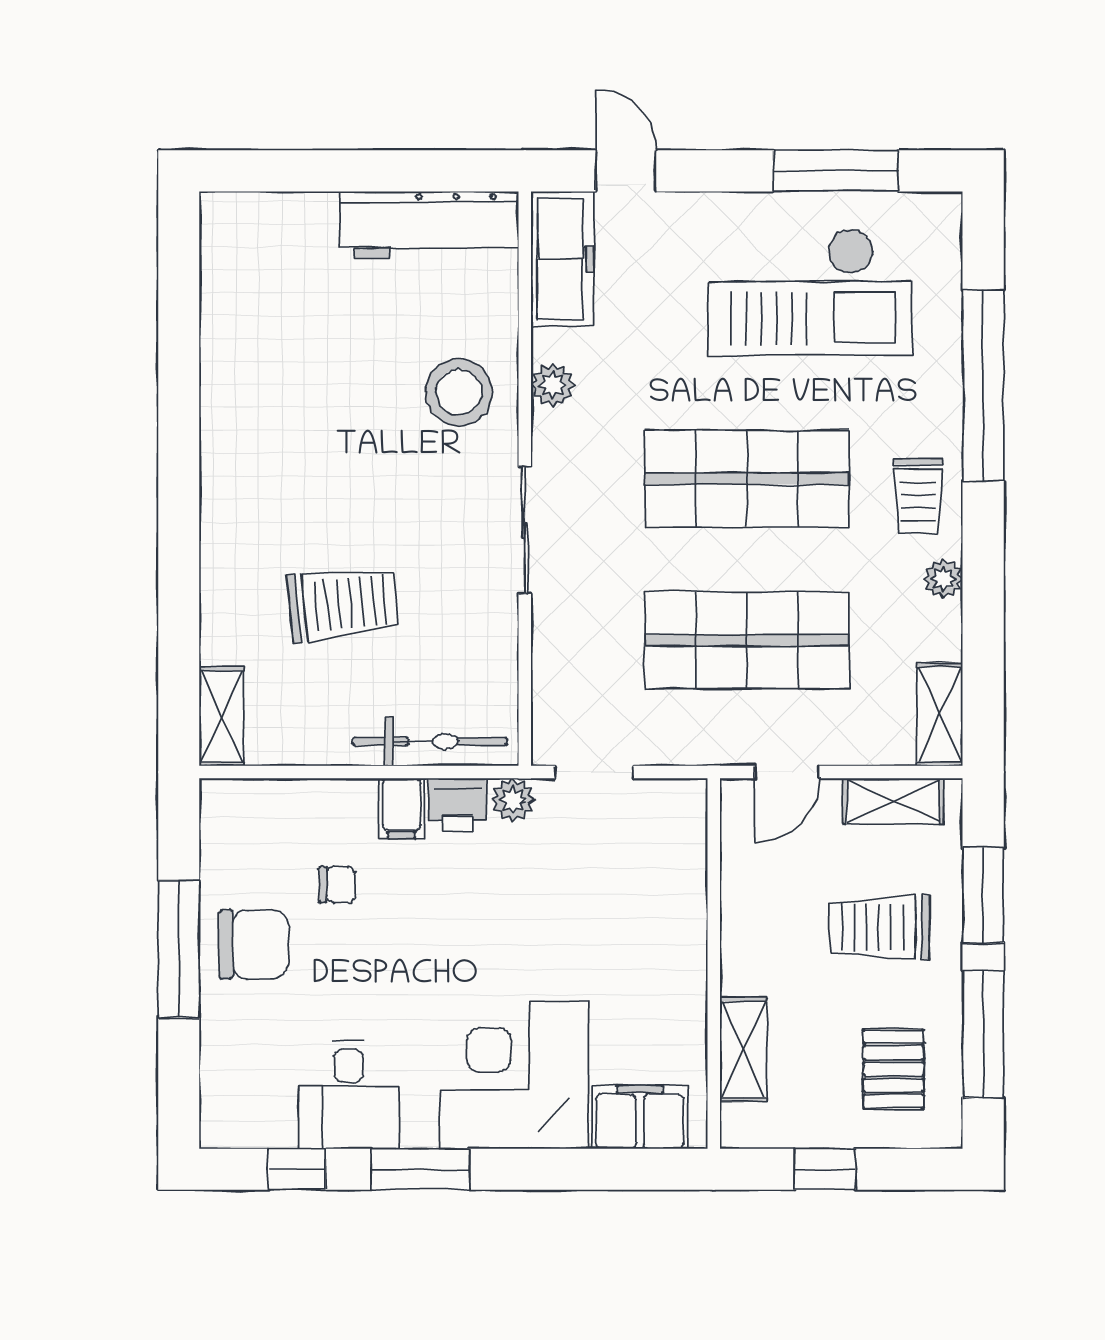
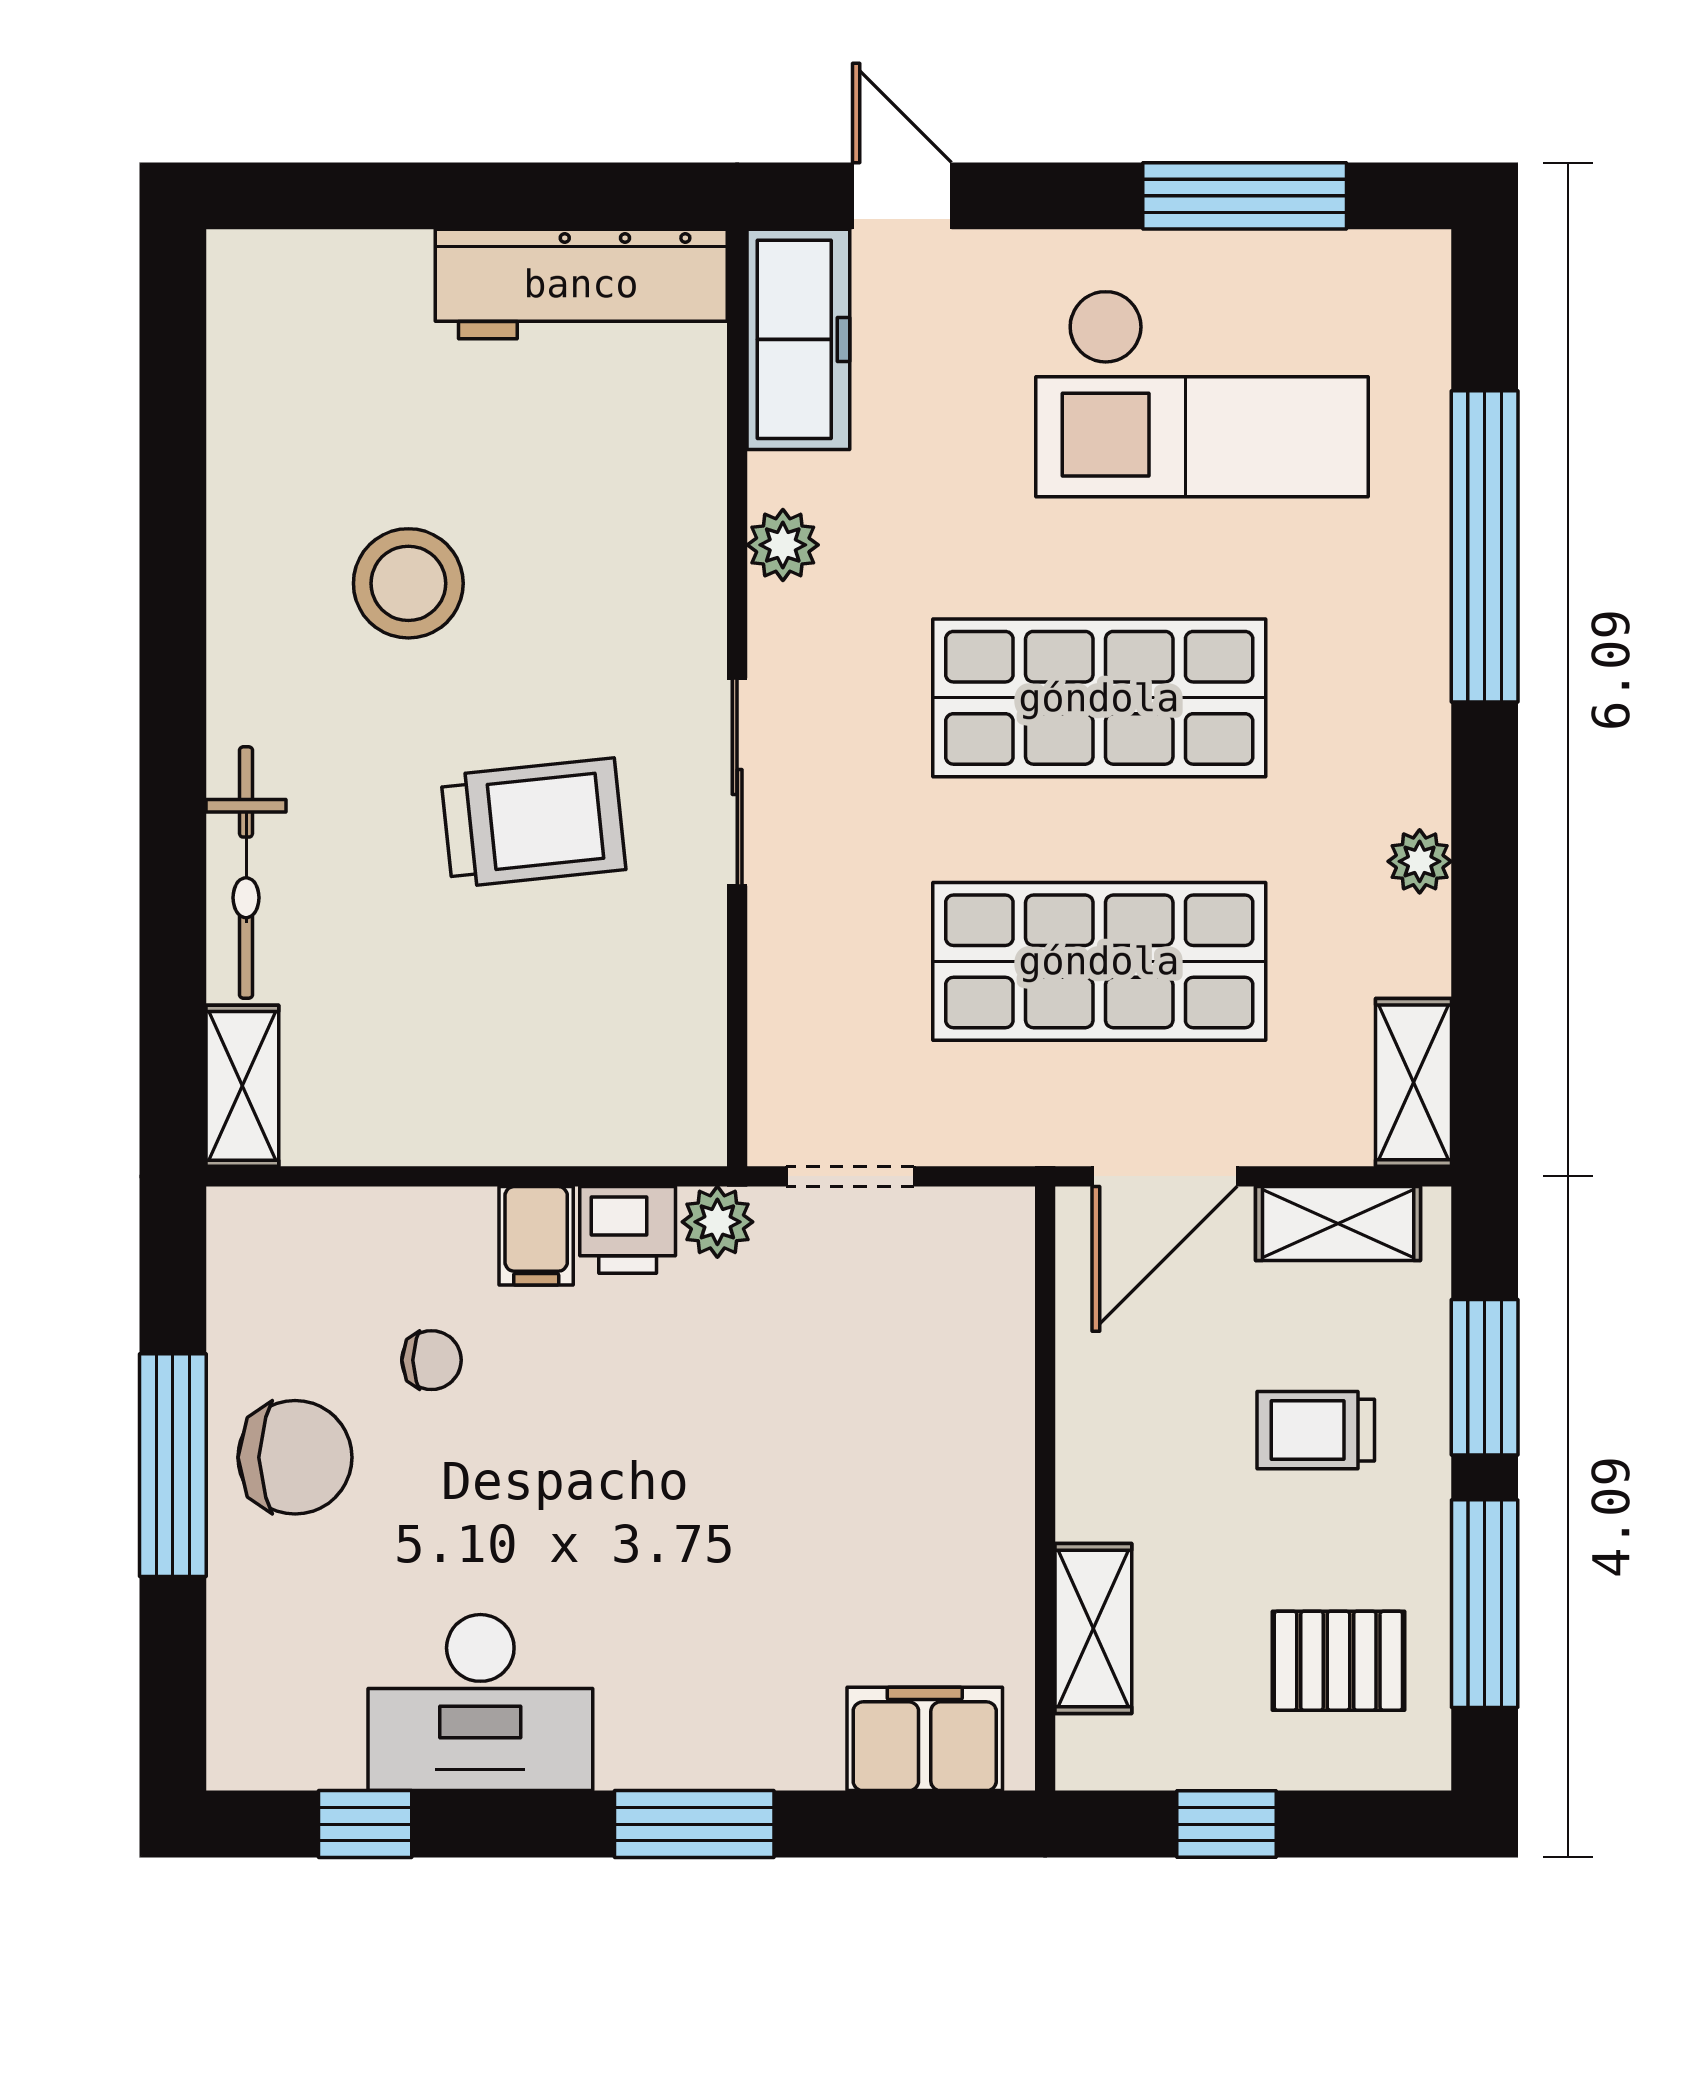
stool: (459, 392) -> (408, 583), moved
trolley: (918, 496) -> (1379, 726), removed
trolley: (343, 604) -> (533, 823), moved
bicycle: (430, 742) -> (246, 873), moved, turned 90
door: (787, 772) -> (1165, 1176), width x1.38
trolley: (880, 928) -> (1316, 1430), width x0.73, depth x0.72
pallet: (894, 1069) -> (1338, 1661), turned 90
corner desk: (514, 1075) -> (720, 1670), removed
desk: (349, 1095) -> (480, 1703), width x1.37
window: (420, 1169) -> (694, 1824), moved

